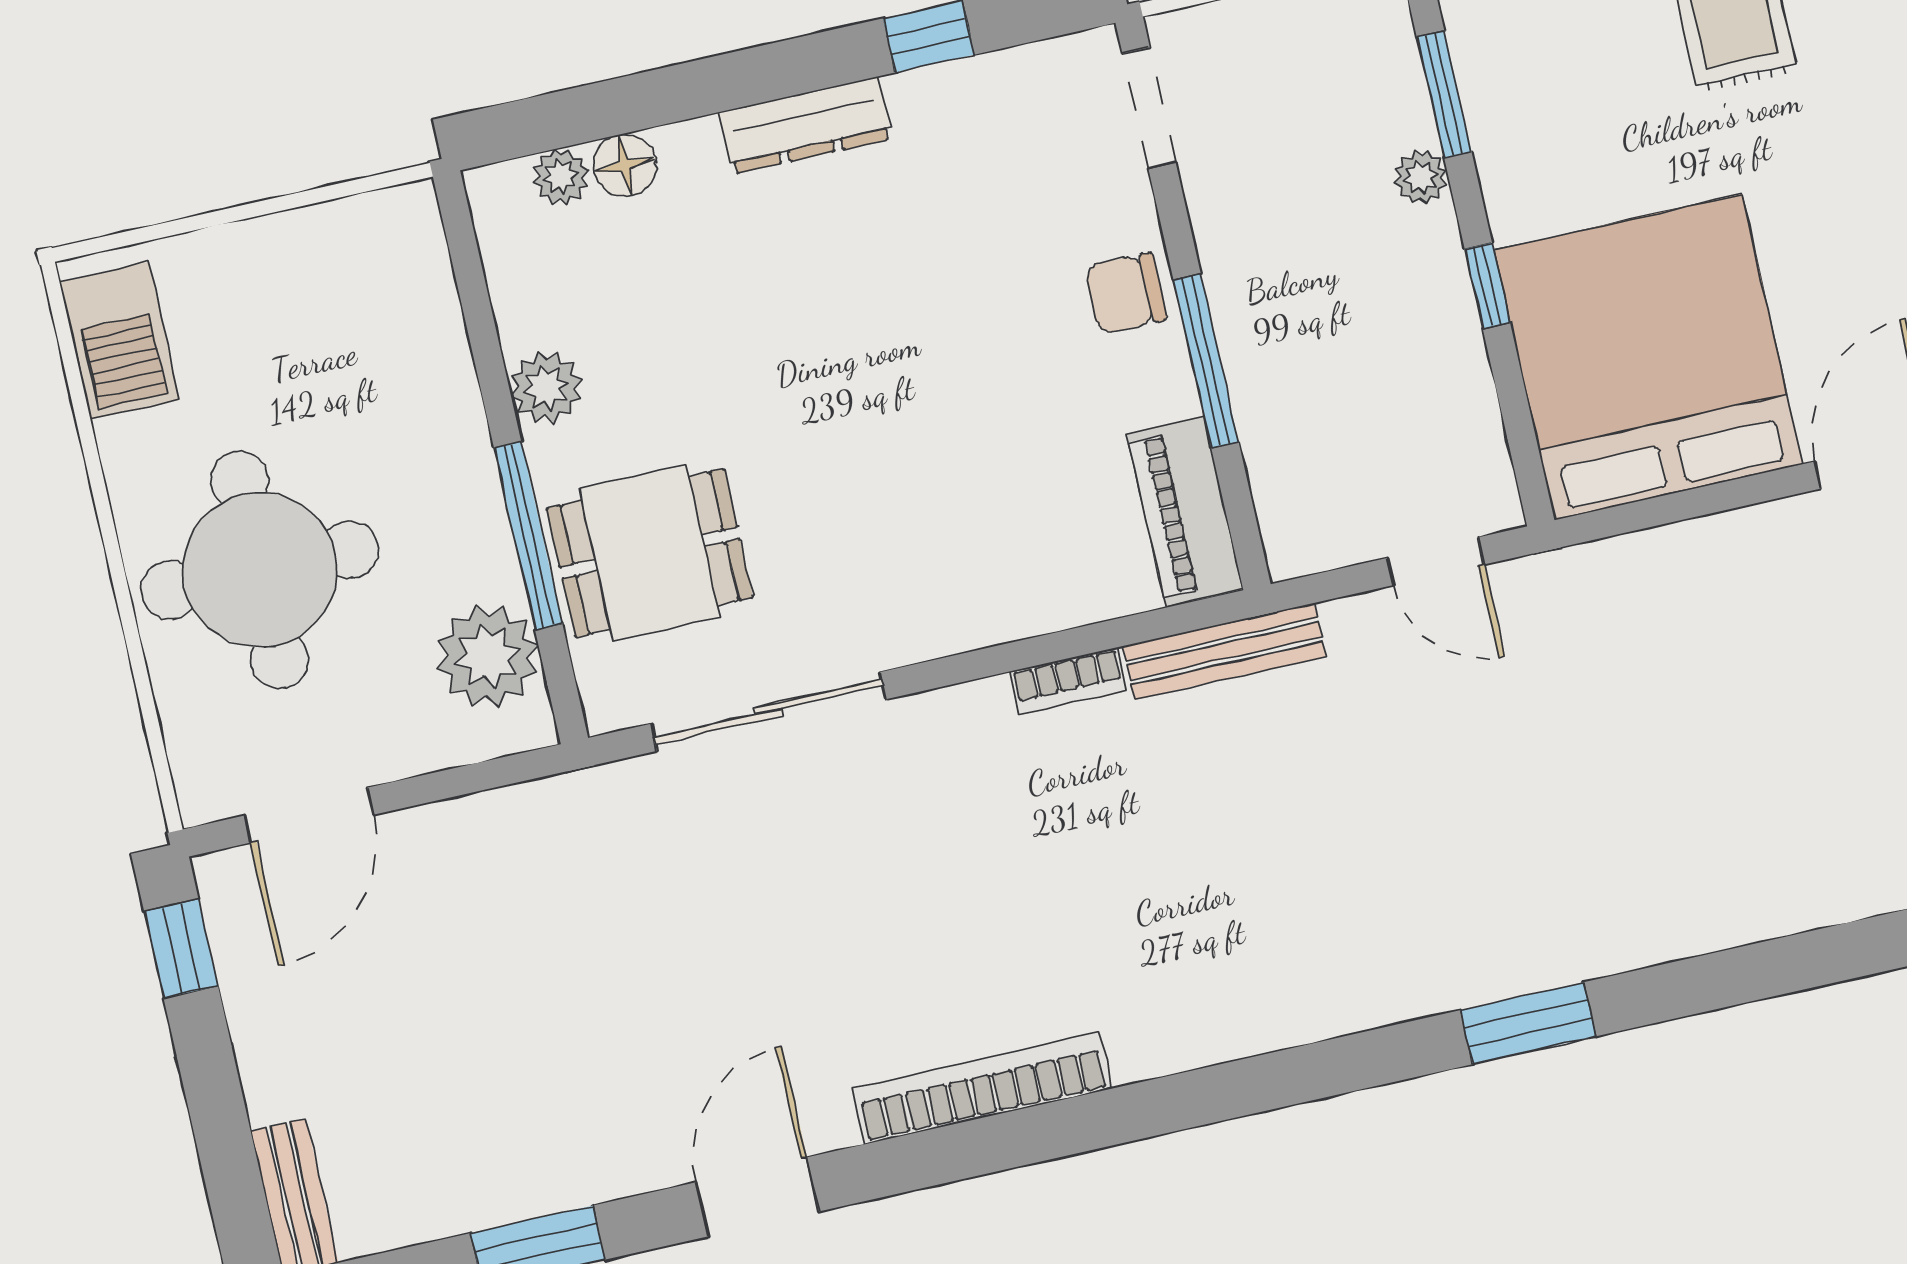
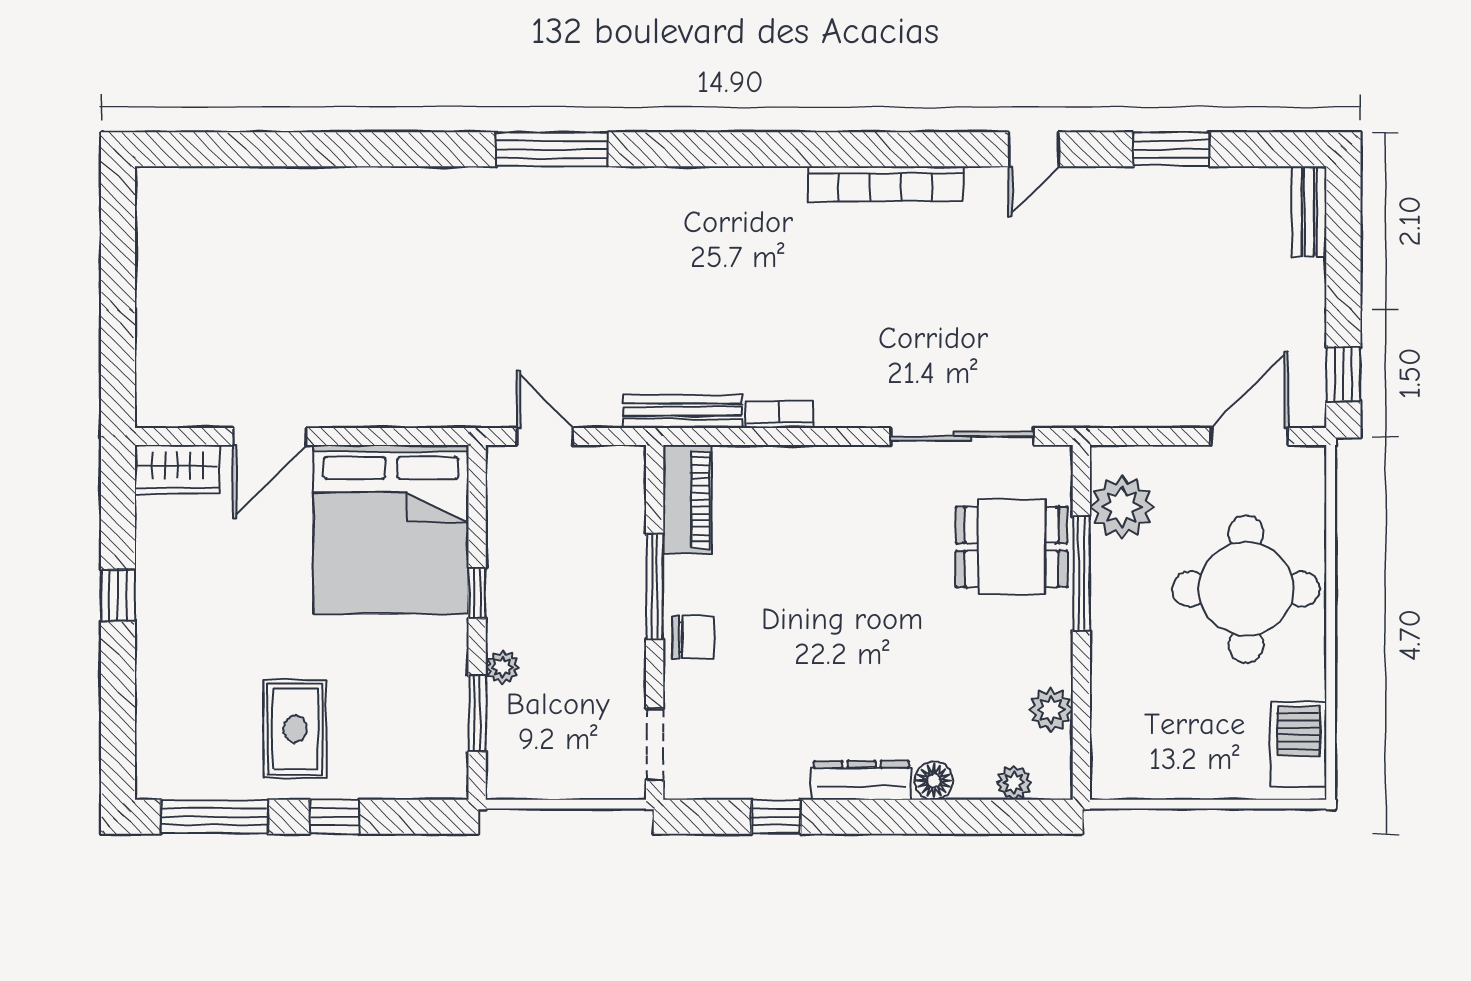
floor lamp: (625, 165) -> (934, 781), moved
plant: (546, 388) -> (1051, 710), moved
window: (1528, 1023) -> (552, 149), width x1.44
door: (757, 1197) -> (1034, 149), width x0.73

